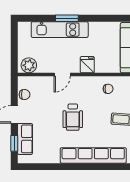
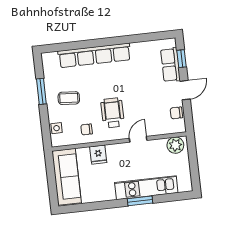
fridge: (87, 65) -> (98, 155), moved
wheelchair: (73, 117) -> (112, 113), moved

